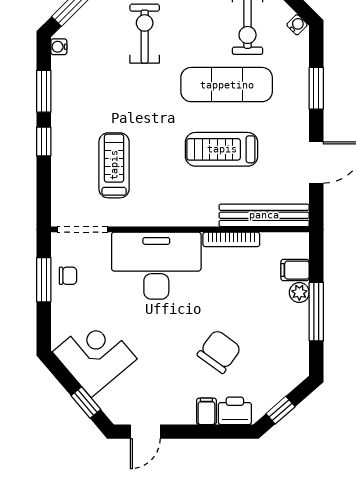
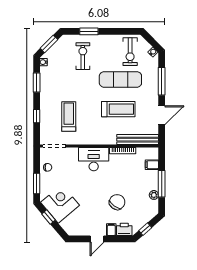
window: (316, 88) -> (162, 81), width x1.44
window: (44, 142) -> (37, 116), moved
treadmill: (222, 149) -> (118, 109), turned 180
desk: (156, 266) -> (94, 159), width x0.73, depth x0.77
window: (44, 280) -> (37, 184), moved
plant: (299, 293) -> (154, 195), moved
window: (86, 403) -> (49, 217), moved
door: (145, 432) -> (97, 239), moved

